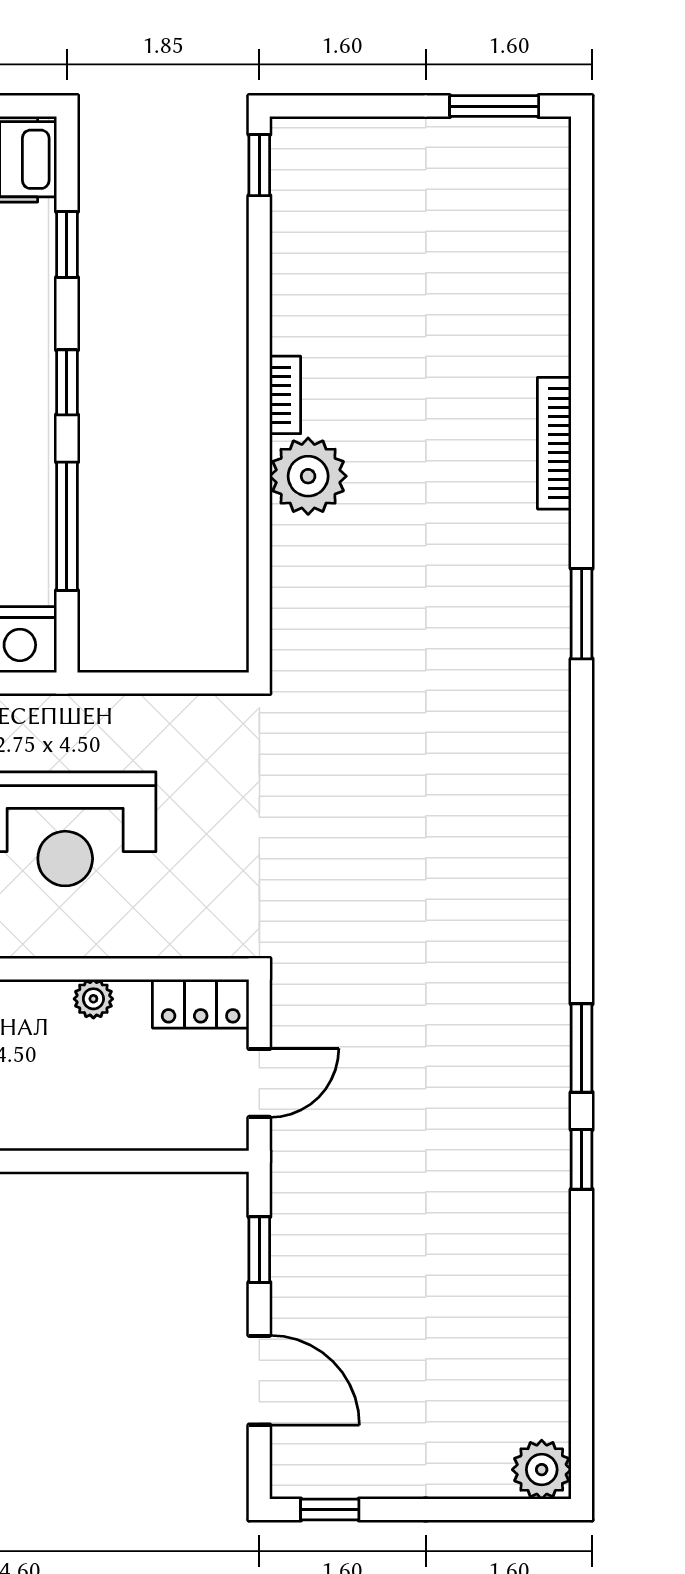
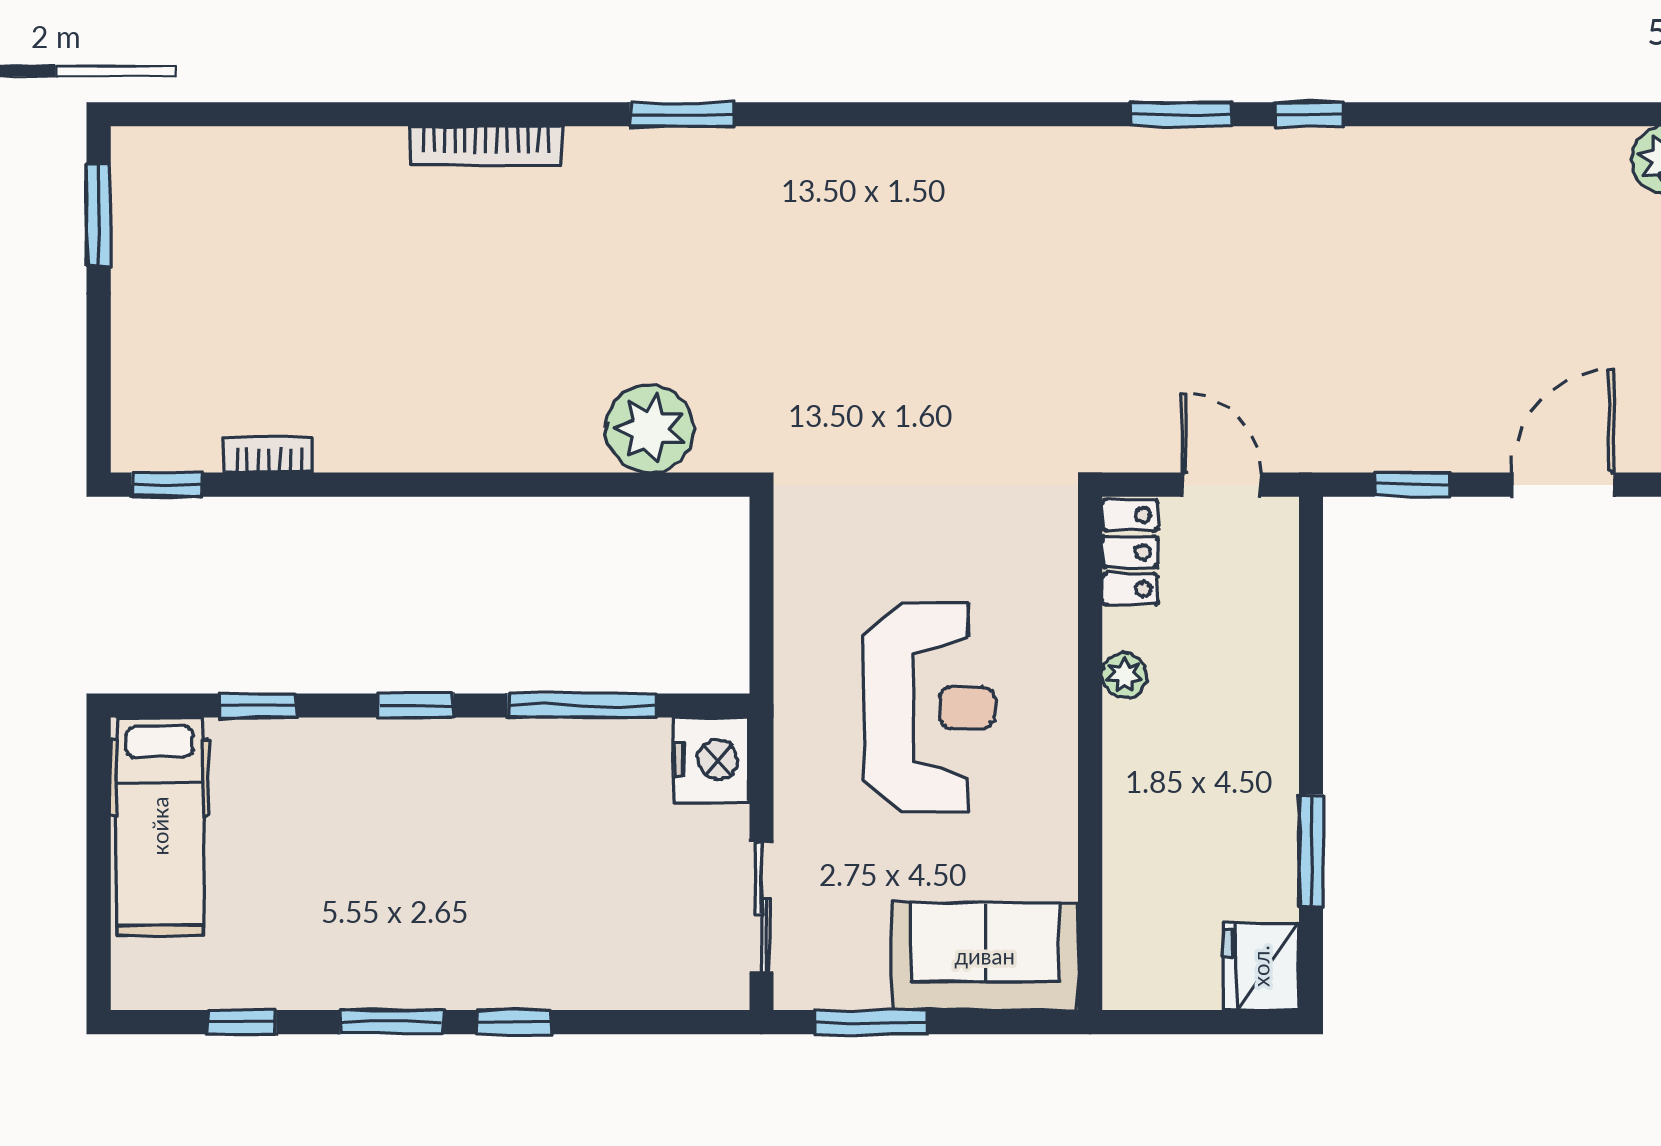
bookcase: (285, 395) -> (269, 455), moved
plant: (308, 476) -> (650, 429), moved

